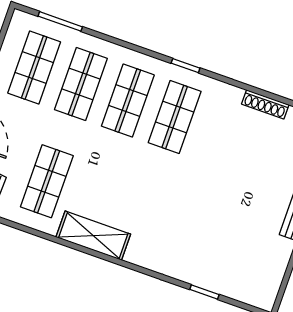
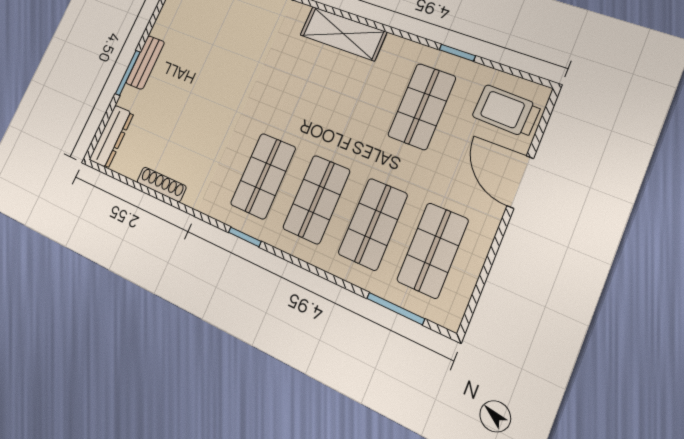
window: (20, 227) -> (457, 53), added
shelving: (93, 236) -> (343, 33), moved

